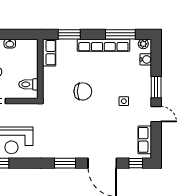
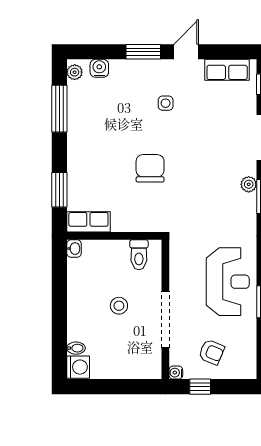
washbasin: (10, 44) -> (74, 249), moved
row of seats: (103, 45) -> (77, 135), removed
plant: (73, 153) -> (249, 184), added

